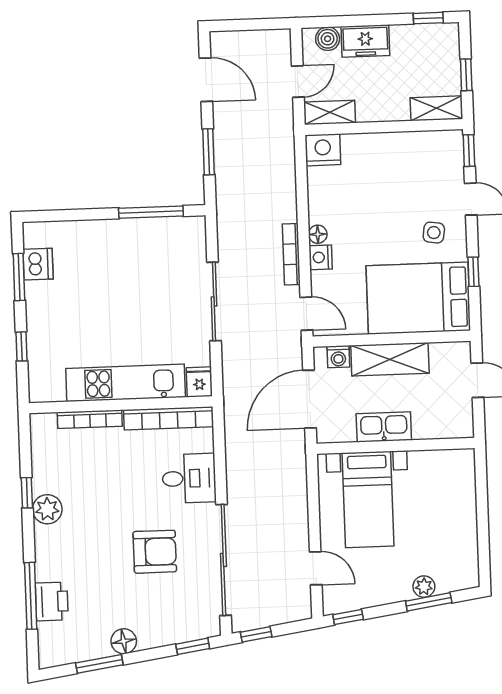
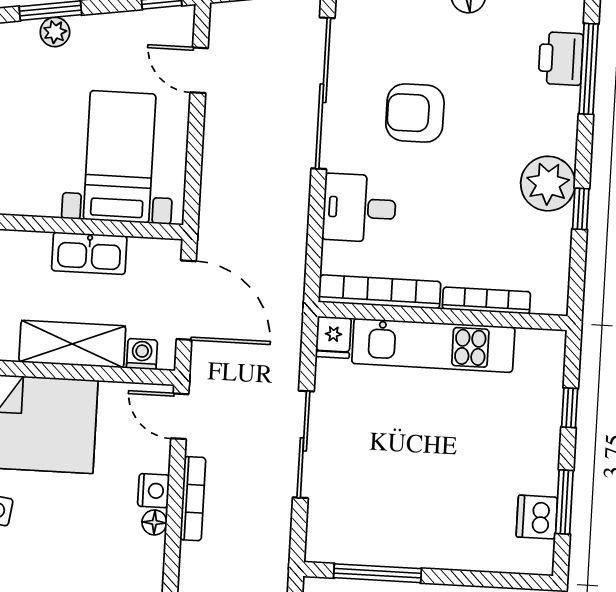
door: (310, 399) -> (186, 300), hinge flipped
plant: (47, 509) -> (548, 184), width x1.36, depth x1.36

